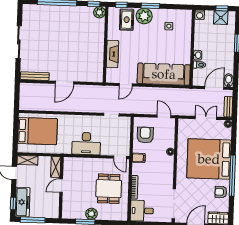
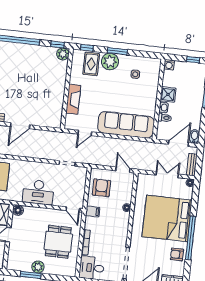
shower: (221, 18) -> (168, 94), moved
floor lamp: (69, 162) -> (18, 210), added

